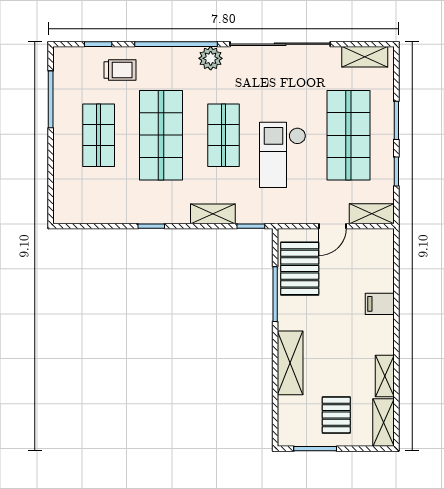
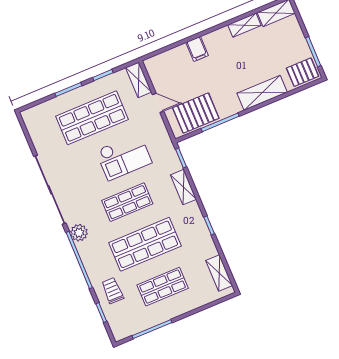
shelving: (365, 57) -> (219, 273), moved
pallet: (336, 415) -> (303, 72), moved

